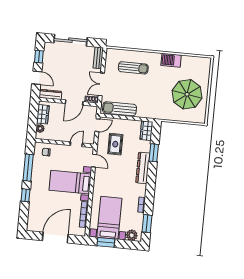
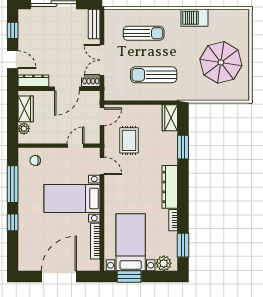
sun lounger: (119, 109) -> (154, 75), moved
dresser: (143, 168) -> (170, 187), moved

